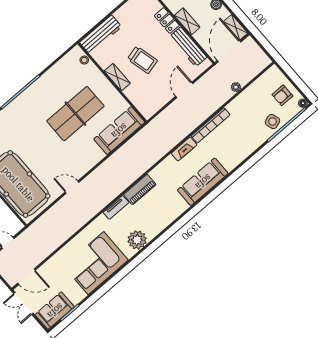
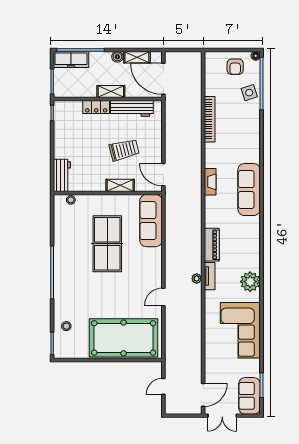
shelving: (236, 27) -> (137, 57), moved
workbench: (101, 35) -> (62, 175), width x0.73
trolley: (142, 60) -> (124, 150), moved
shelving: (117, 77) -> (120, 185), moved
plant: (236, 87) -> (197, 279), moved
door: (184, 90) -> (163, 175), moved
bookcase: (211, 125) -> (210, 119), moved

